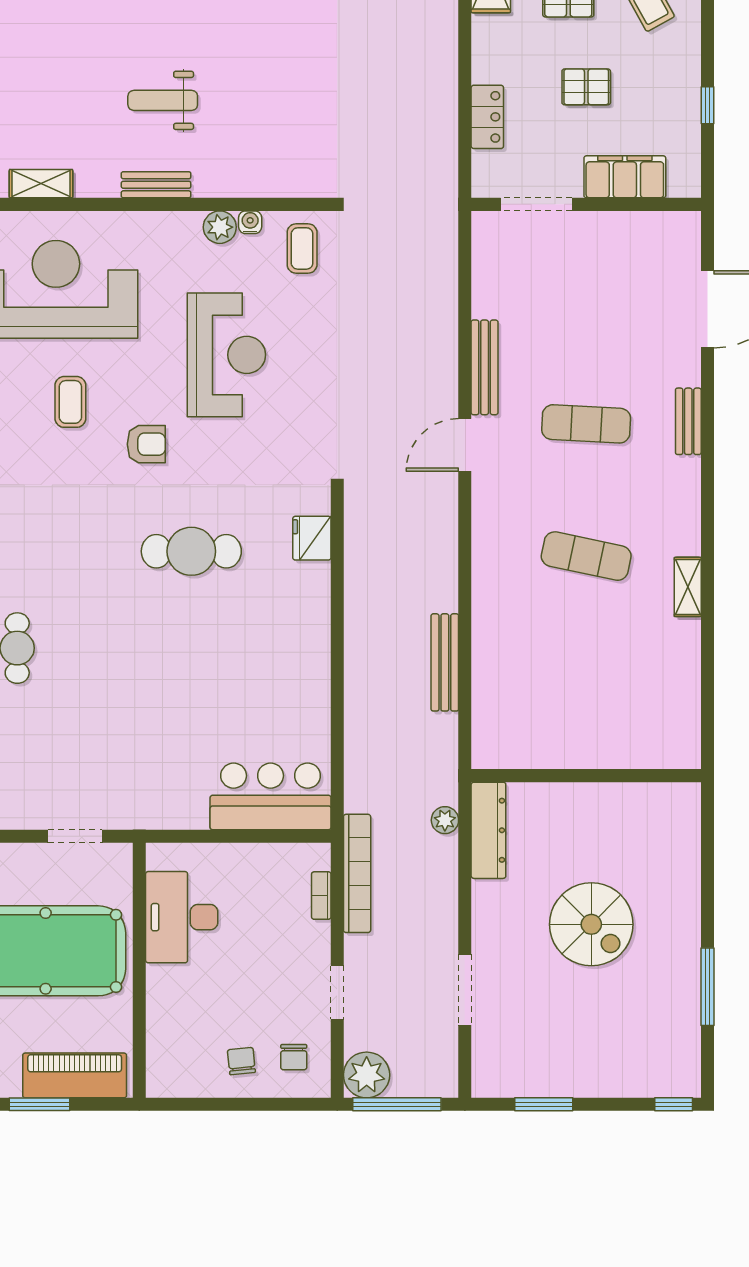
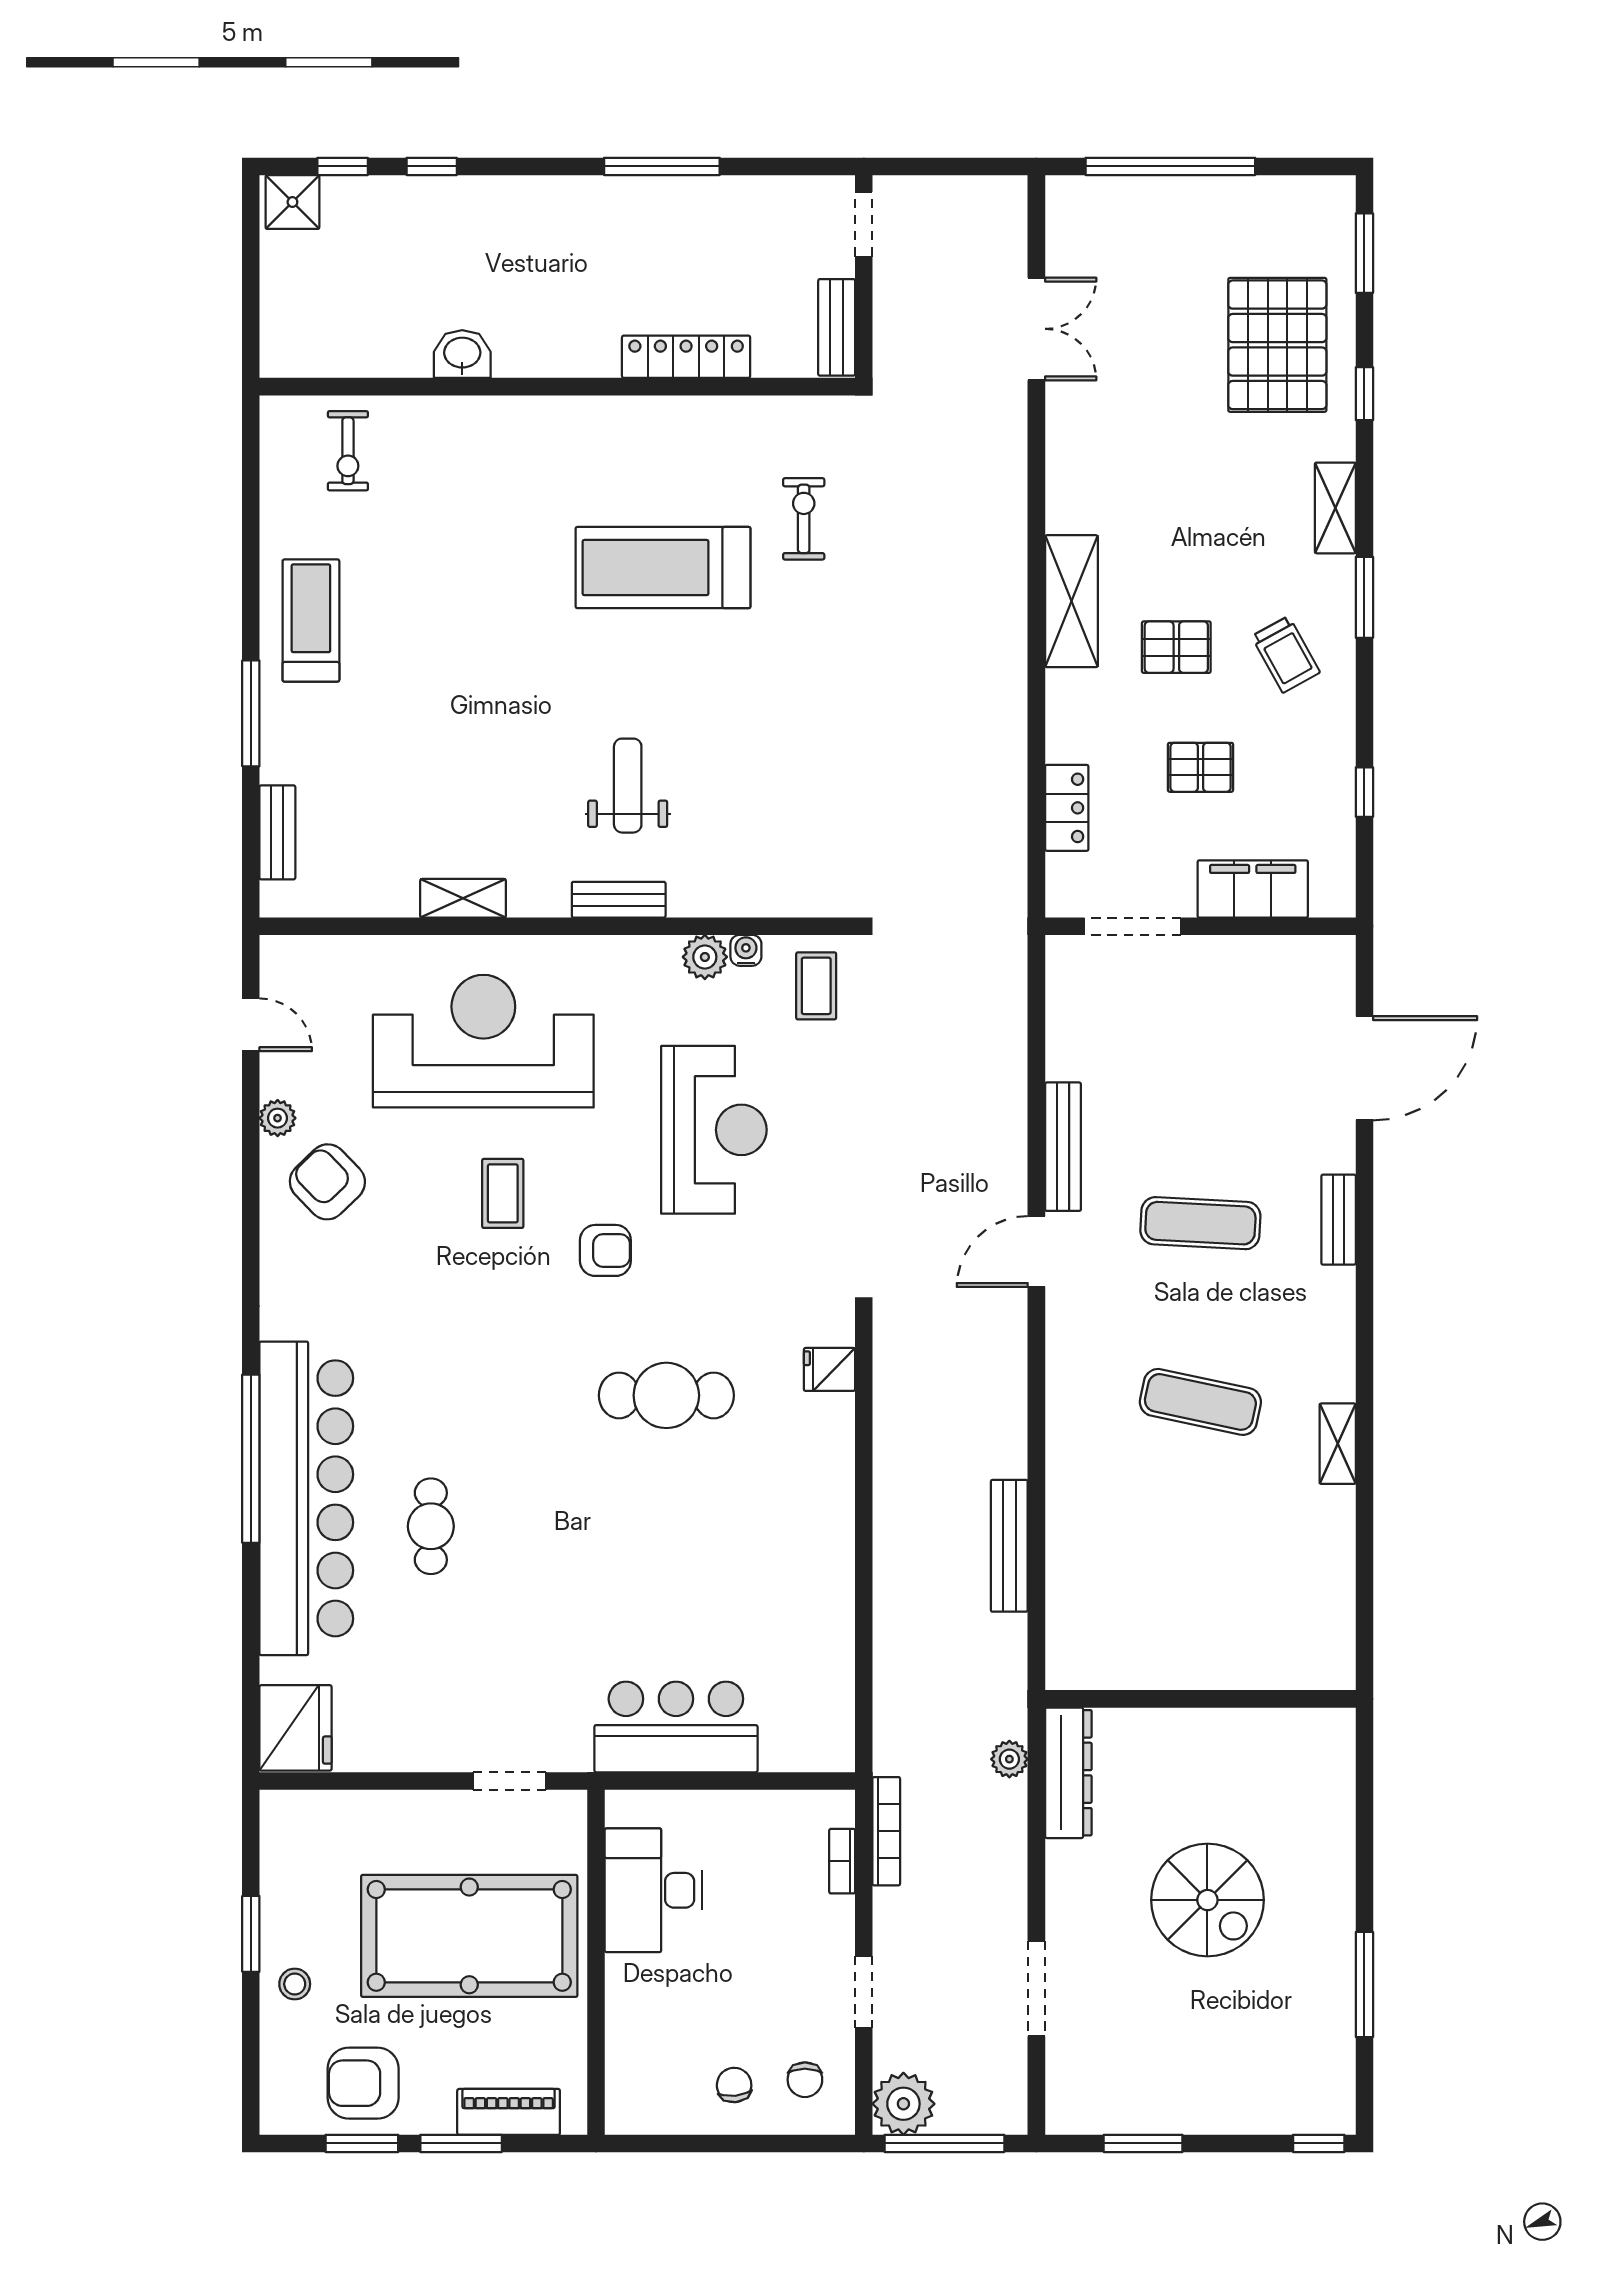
weight bench: (163, 100) -> (628, 786), turned 90
fridge: (312, 538) -> (829, 1369), width x0.72
bar counter: (271, 796) -> (676, 1727), moved
bookcase: (357, 873) -> (886, 1831), width x0.68, depth x0.76
piano: (75, 1075) -> (509, 2112), width x0.73, depth x0.75

